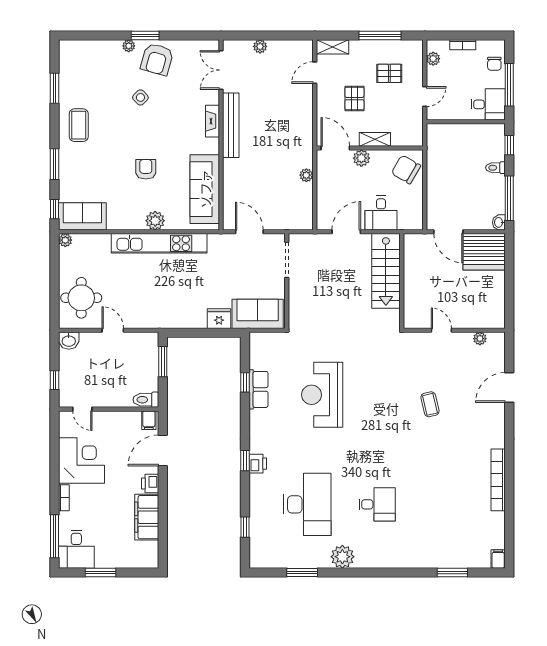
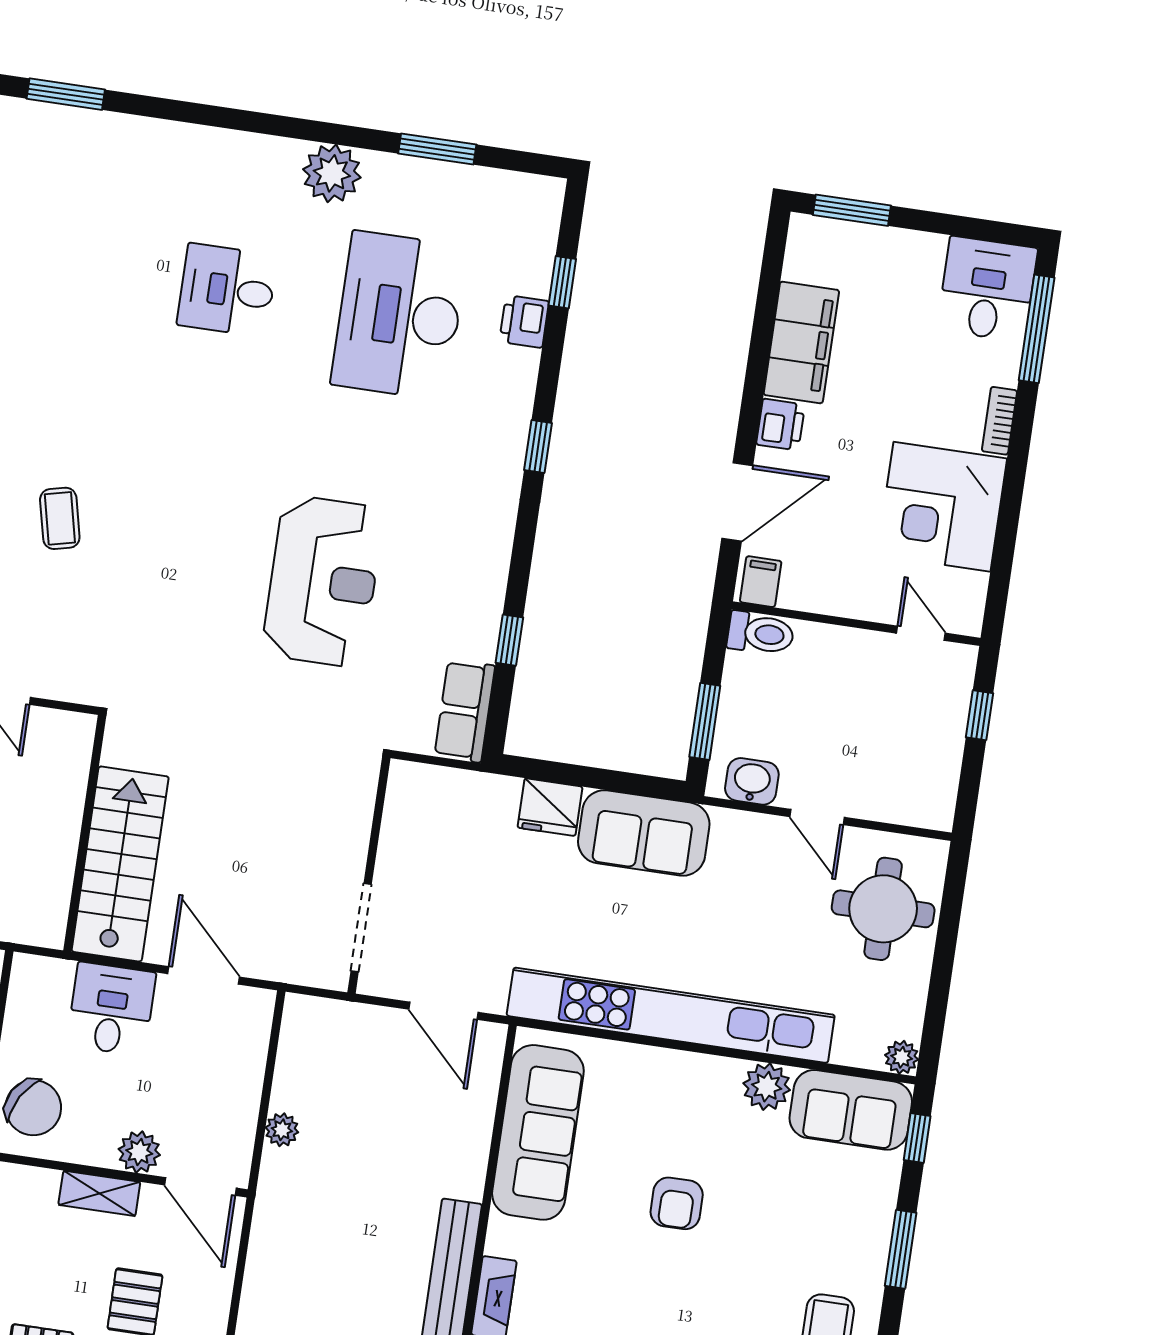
plant: (155, 221) -> (767, 1087), moved
door: (346, 232) -> (204, 975), swing flipped
kitchen unit: (159, 243) -> (671, 1015), width x1.36
sofa: (258, 314) -> (644, 833), moved
washbasin: (69, 341) -> (752, 781), moved
row of seats: (258, 389) -> (465, 711), moved
printer: (258, 464) -> (524, 321), moved
window: (101, 573) -> (852, 210), moved

